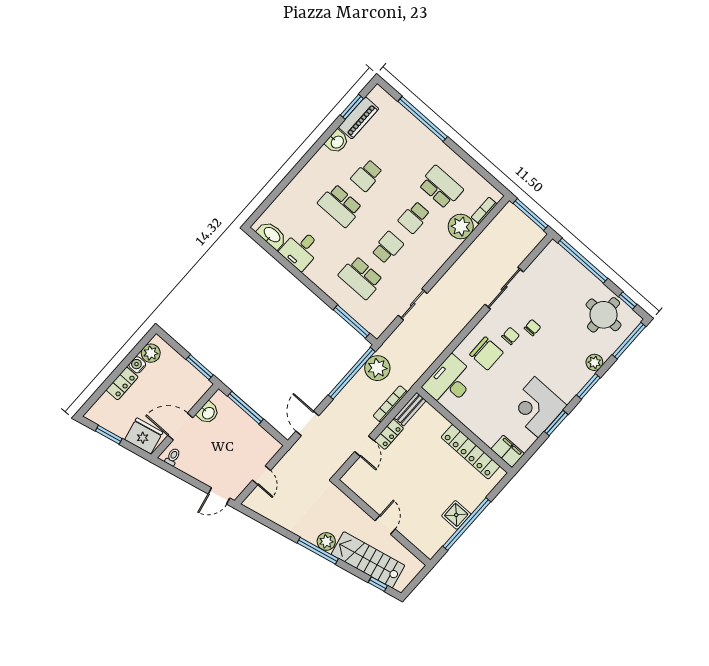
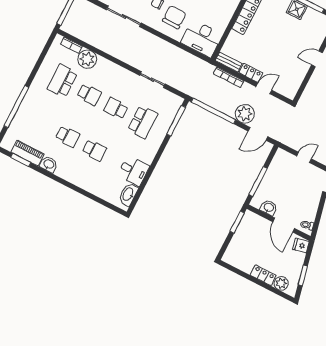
school desk: (340, 206) -> (94, 150), width x0.54
plant: (151, 353) -> (281, 283), moved
water cooler: (137, 365) -> (247, 268), removed
plant: (377, 368) -> (245, 114), moved
fridge: (144, 436) -> (301, 245), width x0.53, depth x0.75

